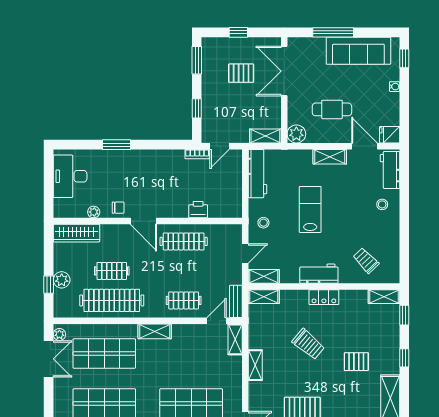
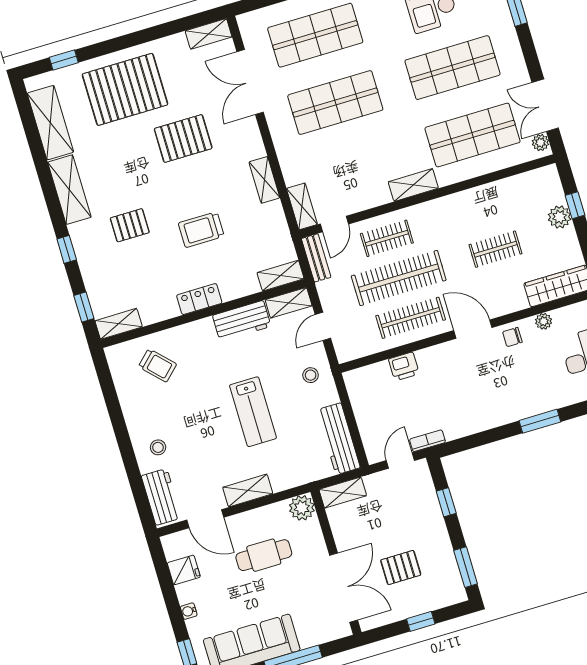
fridge: (390, 135) -> (184, 570), moved
workbench: (319, 274) -> (242, 321), moved
clothes rail: (112, 300) -> (399, 278), moved
trolley: (308, 344) -> (201, 230), turned -40

